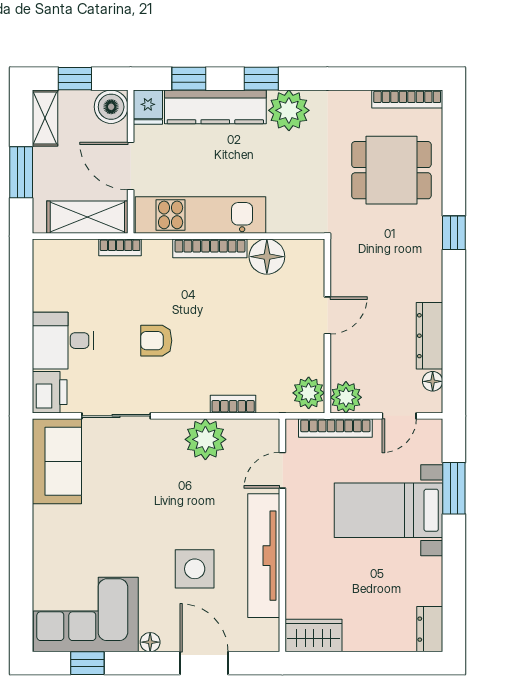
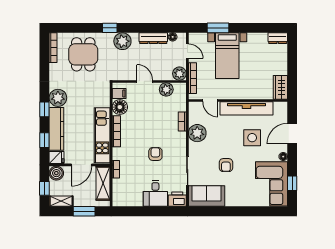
filing cabinet: (299, 255) -> (119, 93), added
plant: (422, 263) -> (122, 41), added
armchair: (156, 341) -> (155, 154), turned 180
plant: (309, 393) -> (166, 89), moved
armchair: (130, 507) -> (226, 165), added

